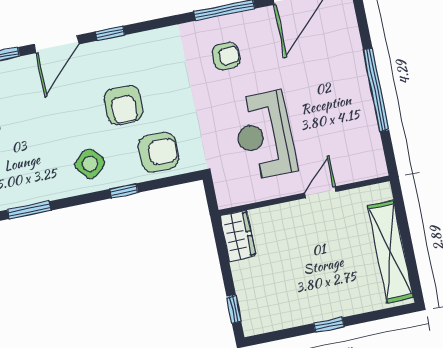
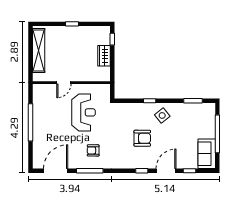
armchair: (124, 105) -> (142, 138), turned 90
armchair: (159, 152) -> (131, 114), removed
wardrobe: (238, 236) -> (104, 56), moved

